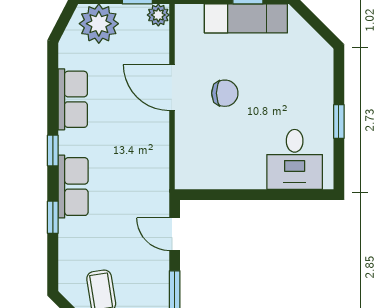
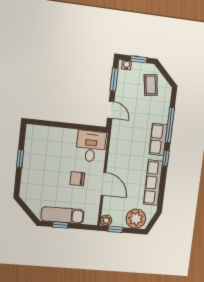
row of seats: (73, 99) -> (153, 183), width x1.48
desk: (295, 159) -> (91, 146), moved
window: (53, 217) -> (170, 125), width x2.17

